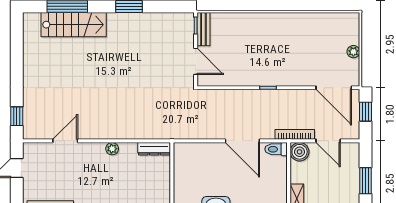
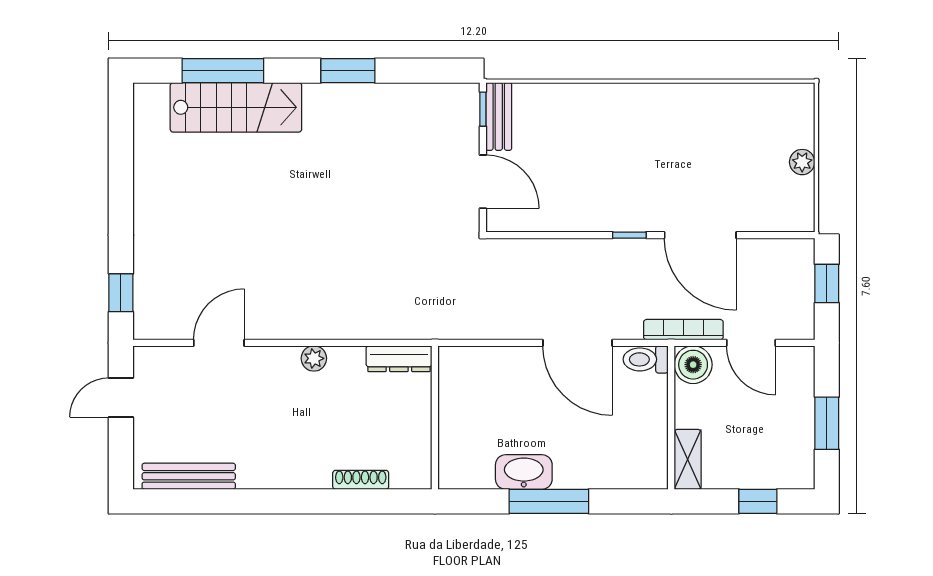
door: (334, 88) -> (700, 235), moved

